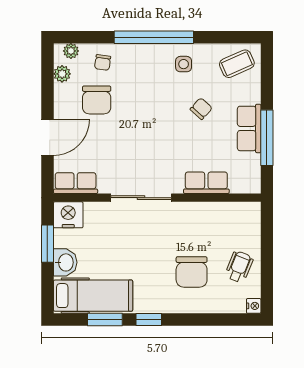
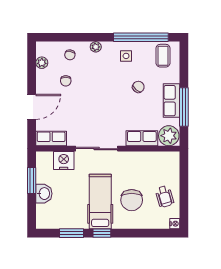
window: (154, 37) -> (141, 37), moved
plant: (71, 51) -> (96, 47), moved
coffee table: (237, 64) -> (163, 56), turned -66
chair: (97, 100) -> (66, 81), width x0.54, depth x0.54
plant: (245, 179) -> (169, 136), added
nightstand: (68, 215) -> (64, 161), moved
wheelchair: (239, 267) -> (165, 197), turned 142
hospital bed: (93, 296) -> (100, 202), moved, turned -90

